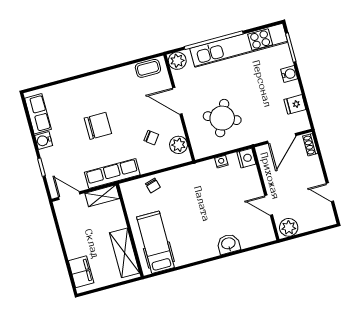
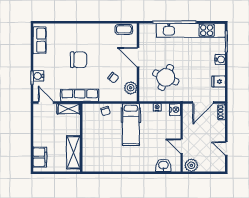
plant: (177, 61) -> (145, 30), removed
water cooler: (44, 140) -> (38, 76), moved
hospital bed: (155, 242) -> (131, 125), moved, turned 180
washbasin: (228, 244) -> (163, 165), moved

